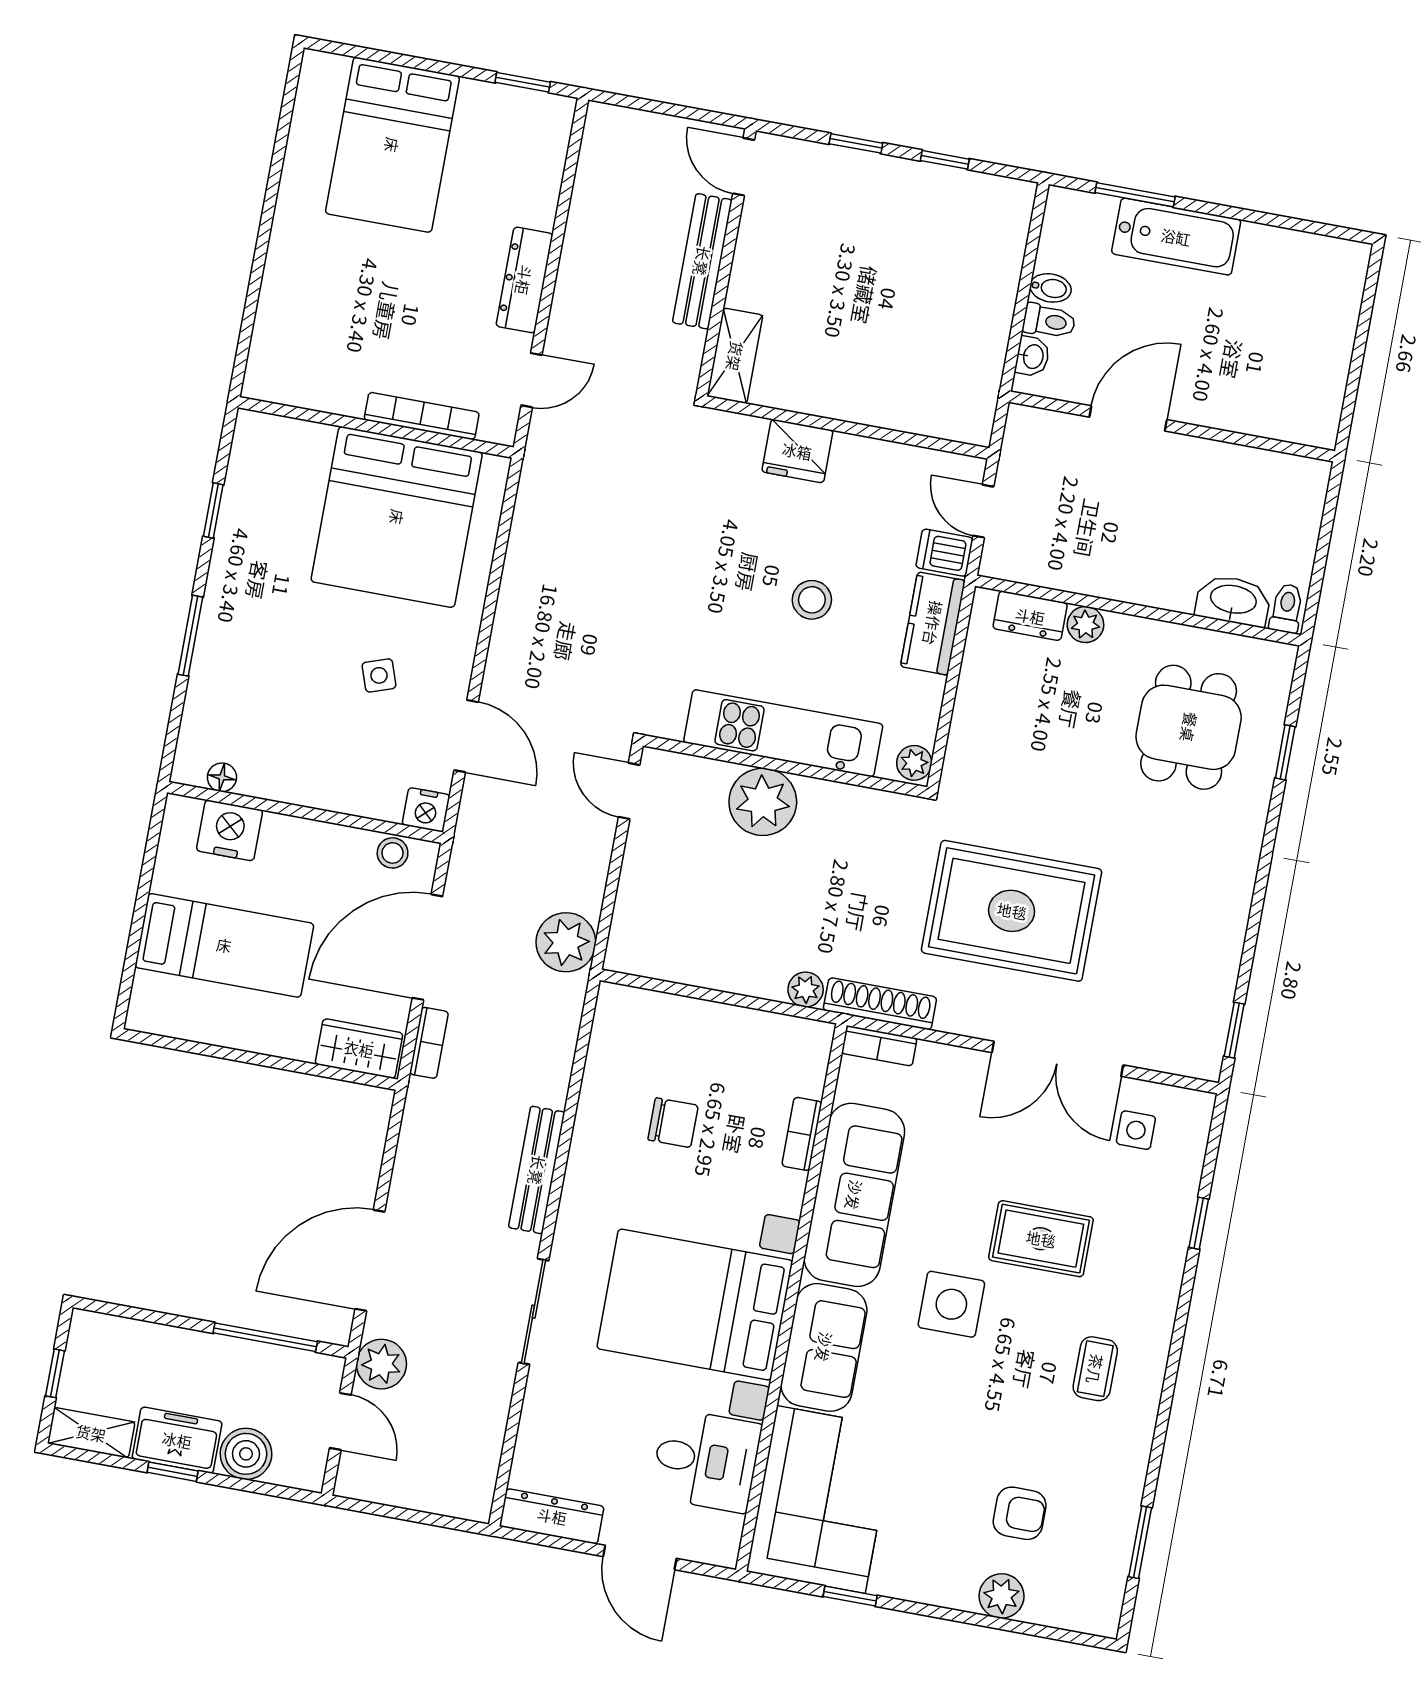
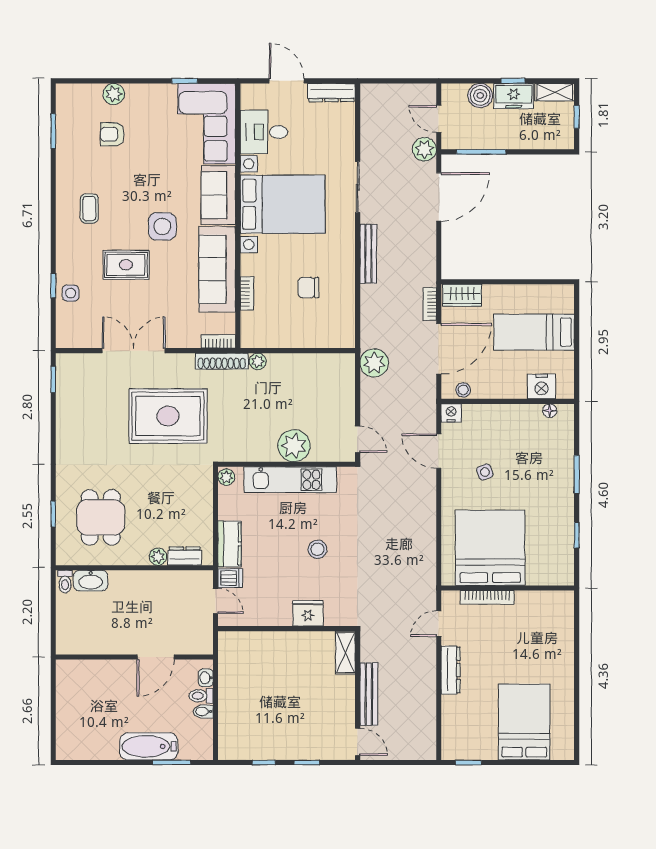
stool: (812, 600) -> (317, 549), moved
side table: (1136, 1130) -> (71, 293), moved

